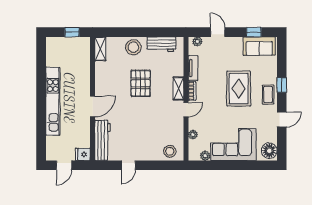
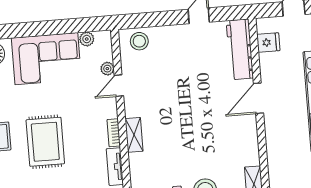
pallet: (141, 83) -> (190, 138), removed
door: (186, 110) -> (119, 86), moved
fridge: (83, 154) -> (268, 42), moved

